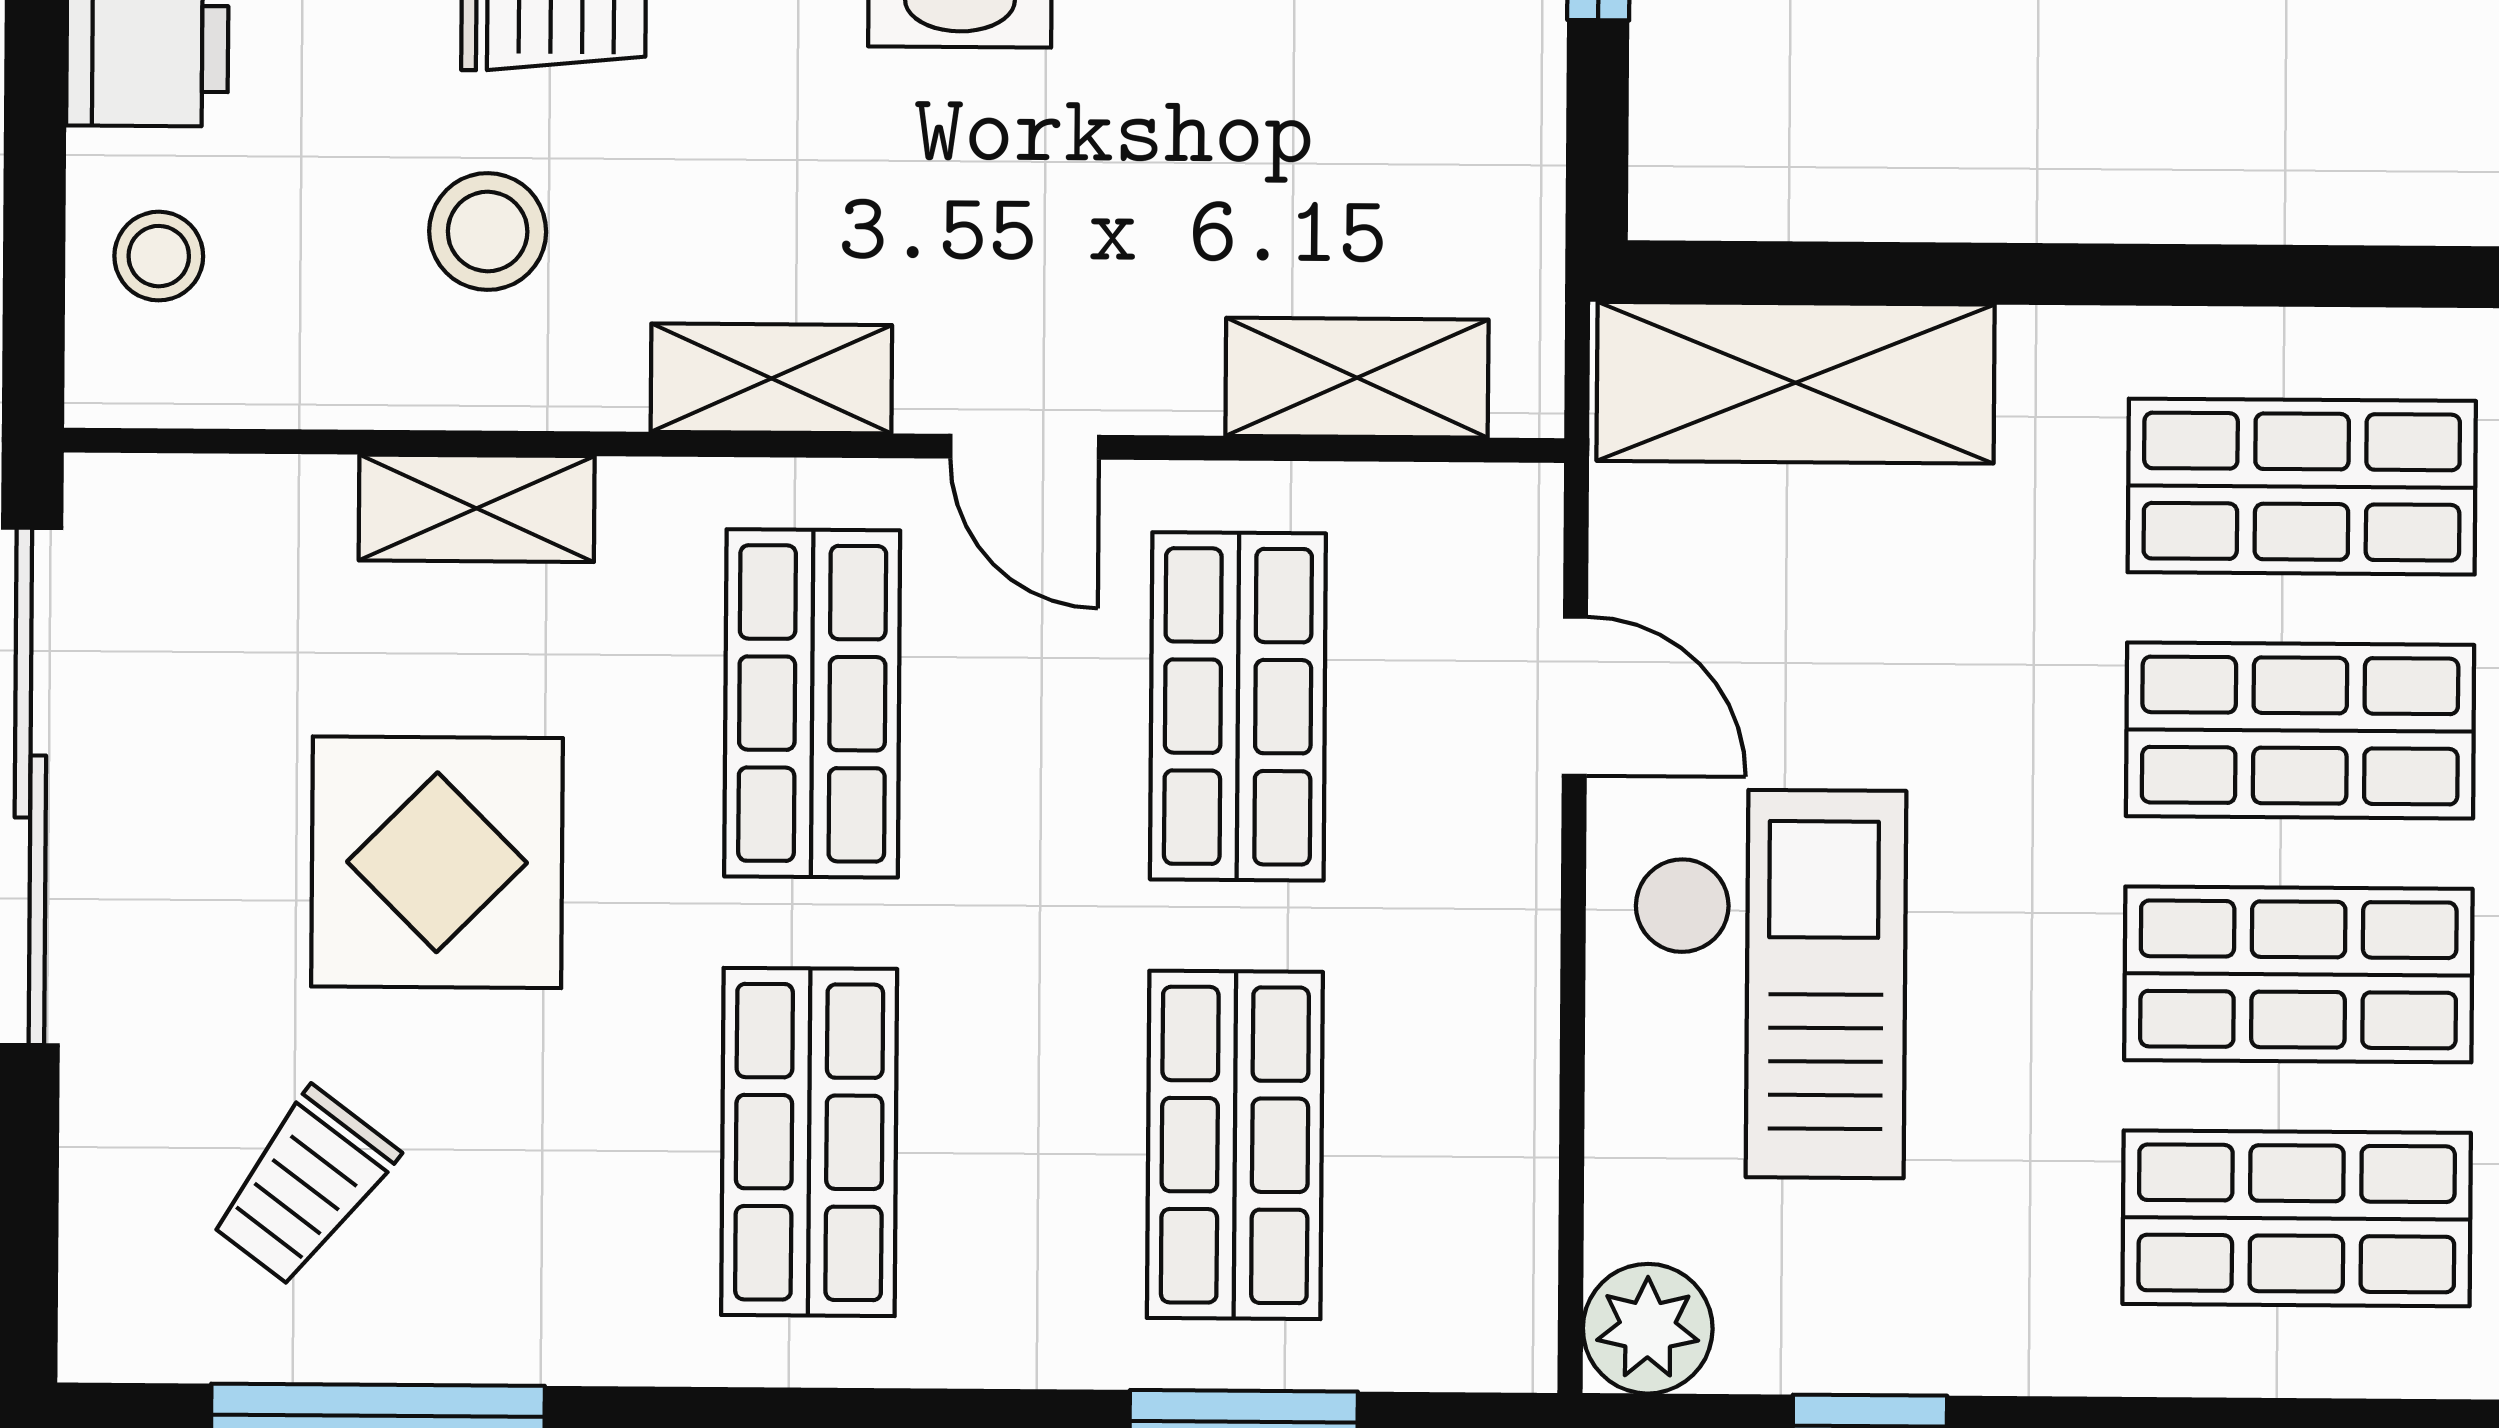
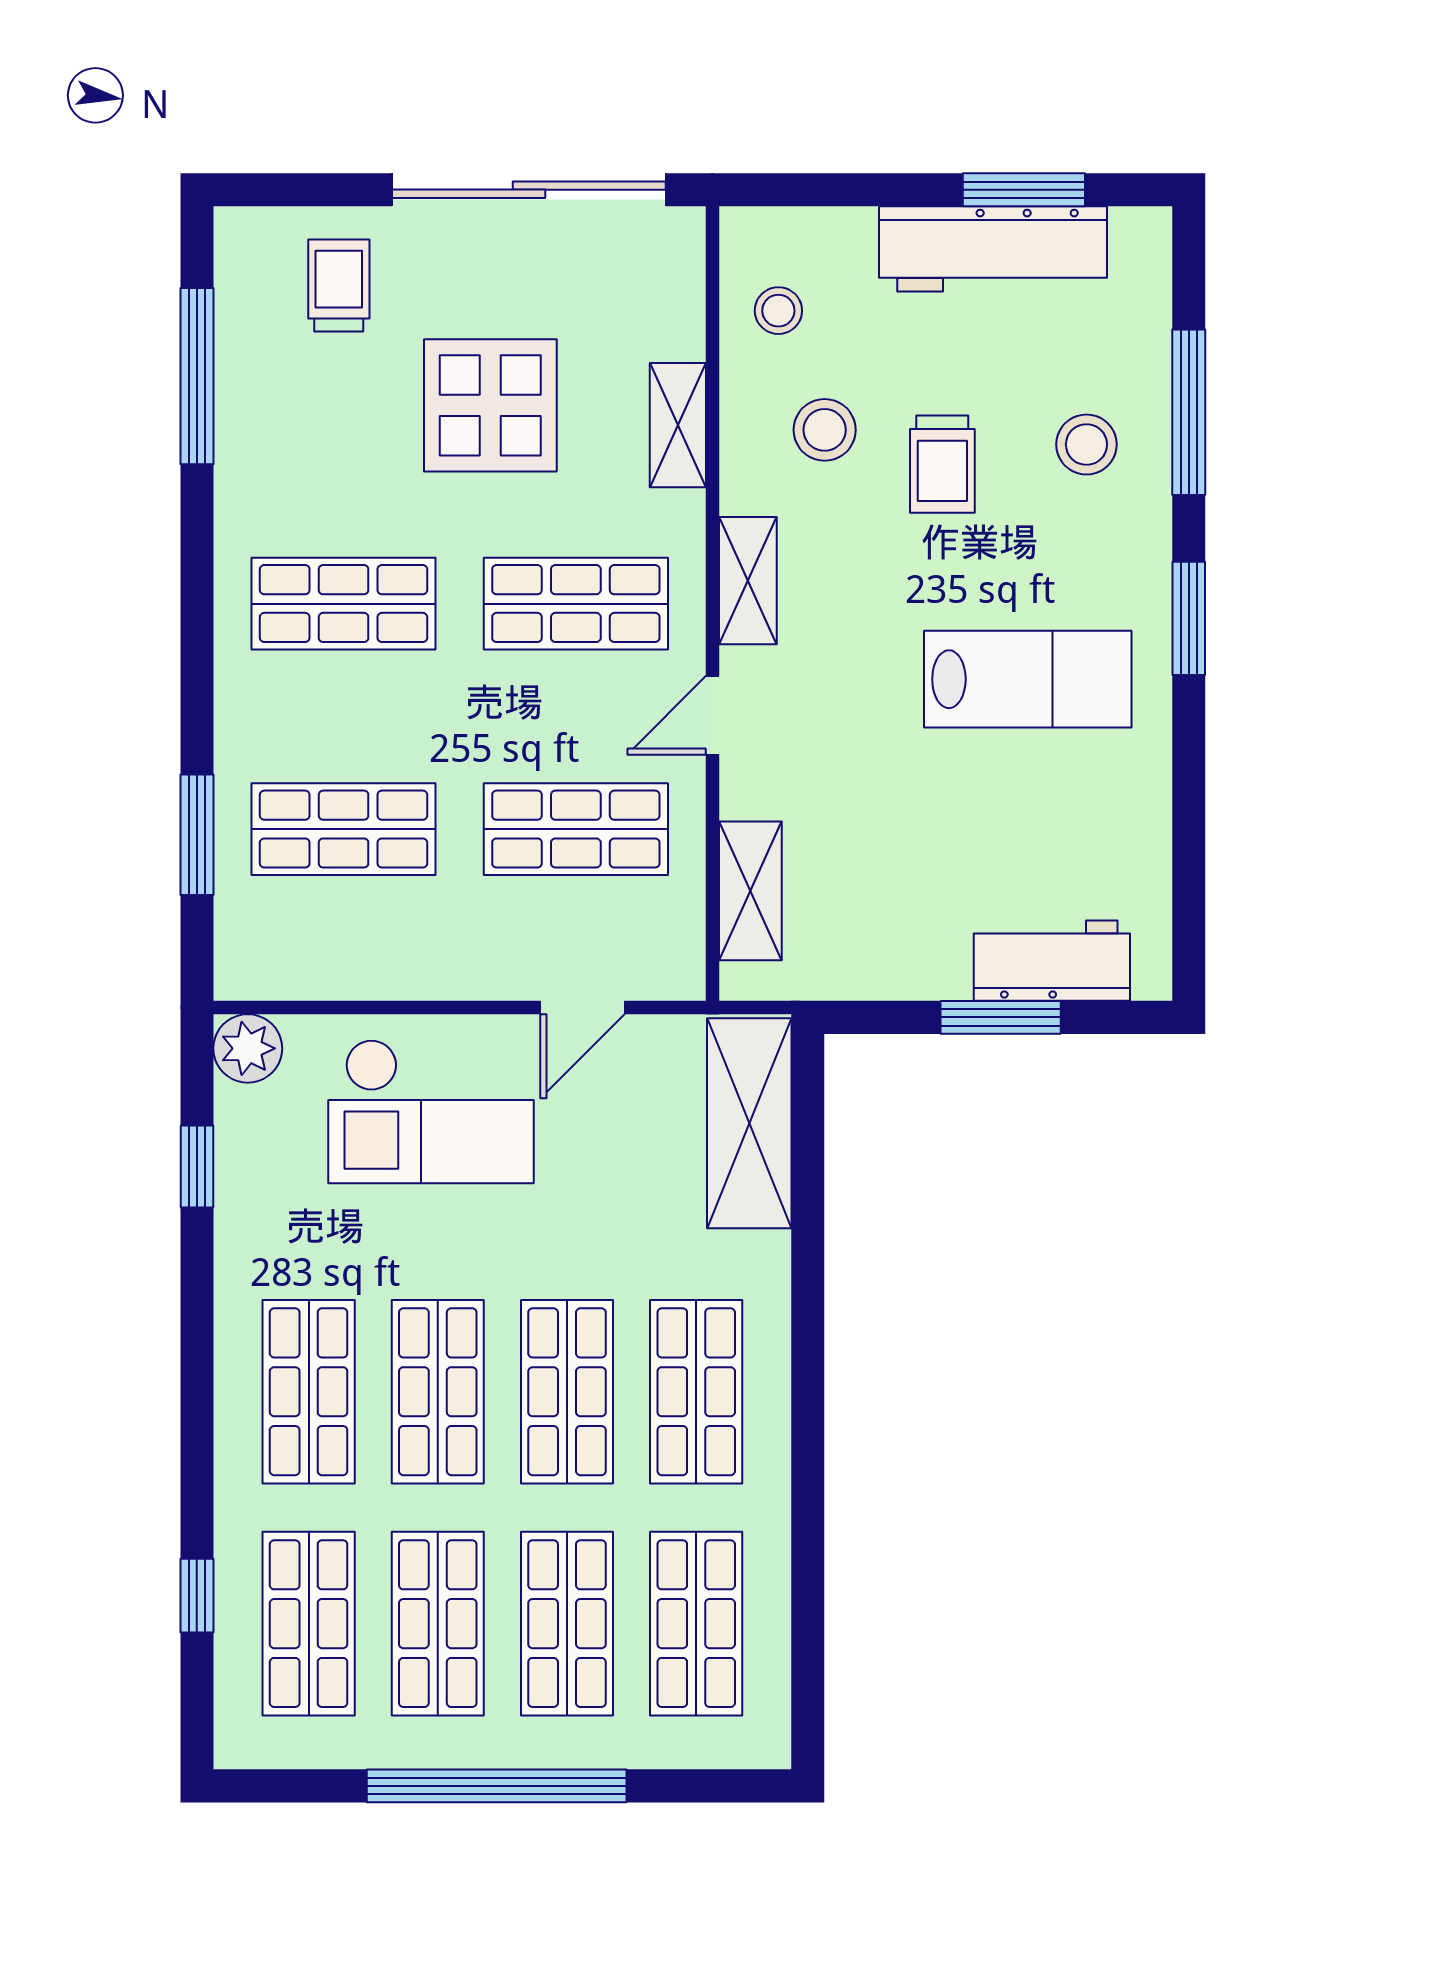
stool: (159, 256) -> (778, 311), moved
trolley: (304, 1187) -> (339, 286), moved, turned 53

